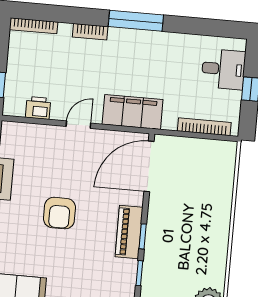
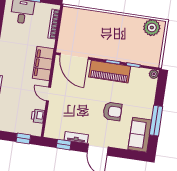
armchair: (59, 213) -> (112, 111), moved
piano: (129, 232) -> (110, 72), width x1.37, depth x1.33

